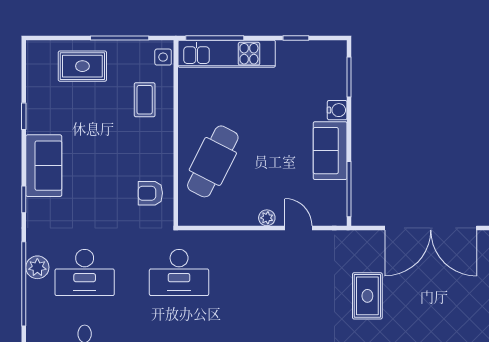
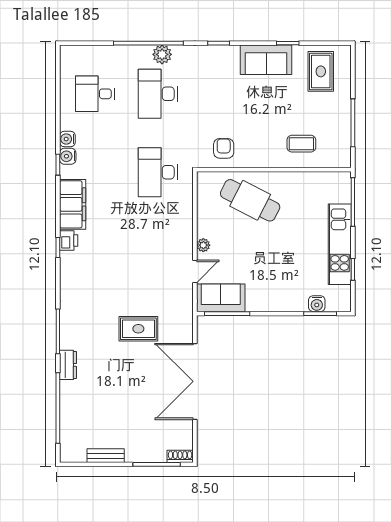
kitchen unit: (227, 54) -> (340, 244), moved
side table: (163, 57) -> (337, 159), removed
rug: (82, 66) -> (321, 71), moved
water cooler: (337, 110) -> (317, 304), moved
sofa: (330, 151) -> (221, 298), moved
sofa: (44, 166) -> (266, 60), moved

